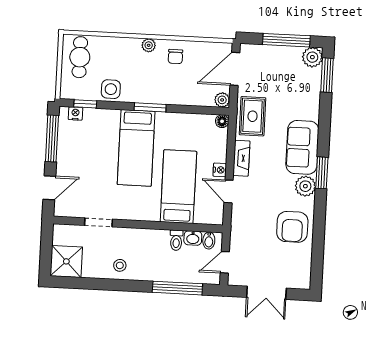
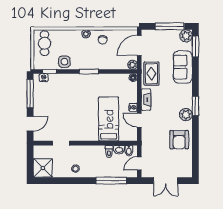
sofa: (302, 147) -> (183, 67), moved
bed: (136, 148) -> (82, 97), removed

